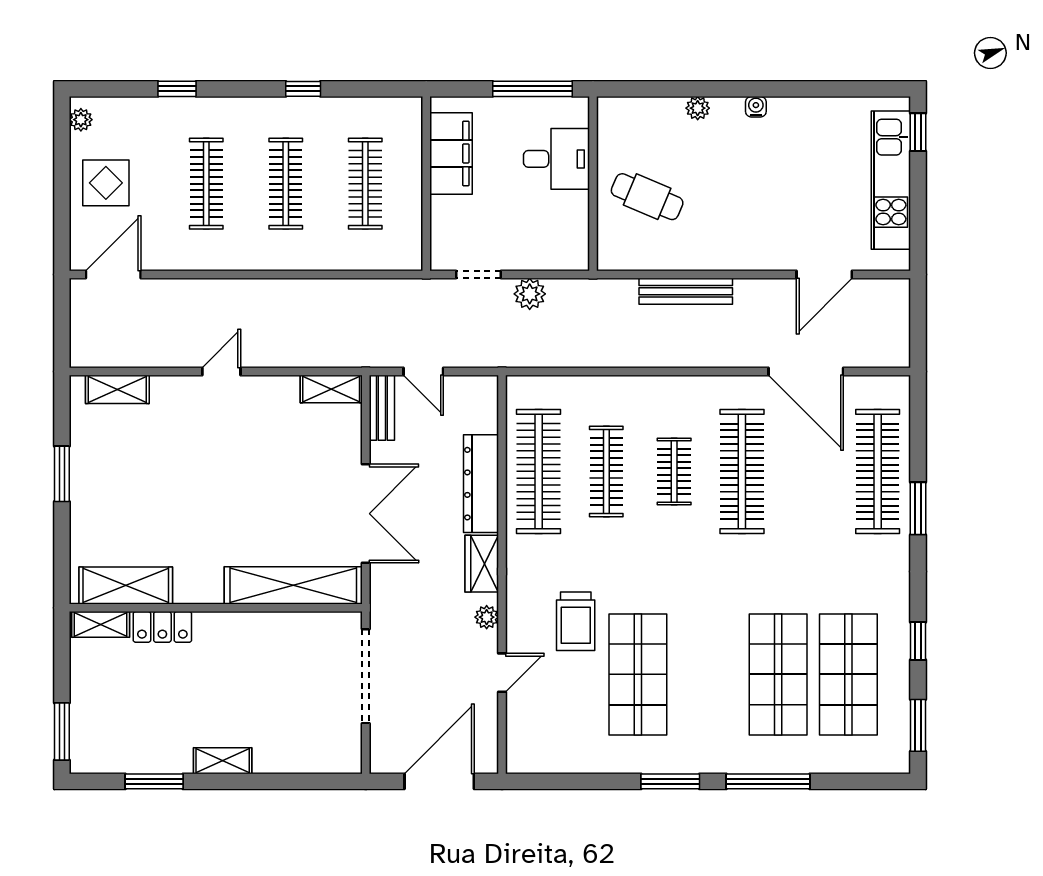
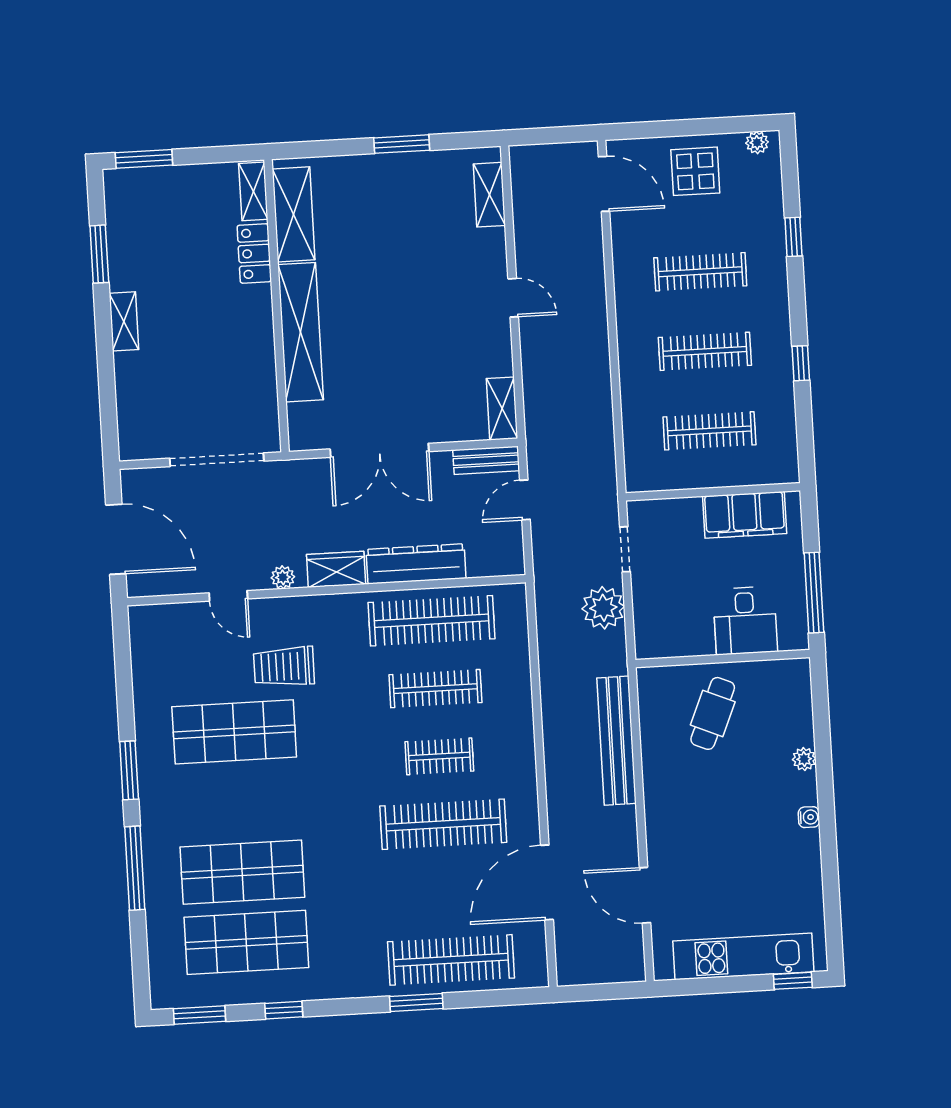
bench: (686, 291) -> (617, 741), width x1.37, depth x1.21
plant: (530, 294) -> (603, 608), width x1.36, depth x1.36
shelving: (293, 585) -> (301, 332), moved

